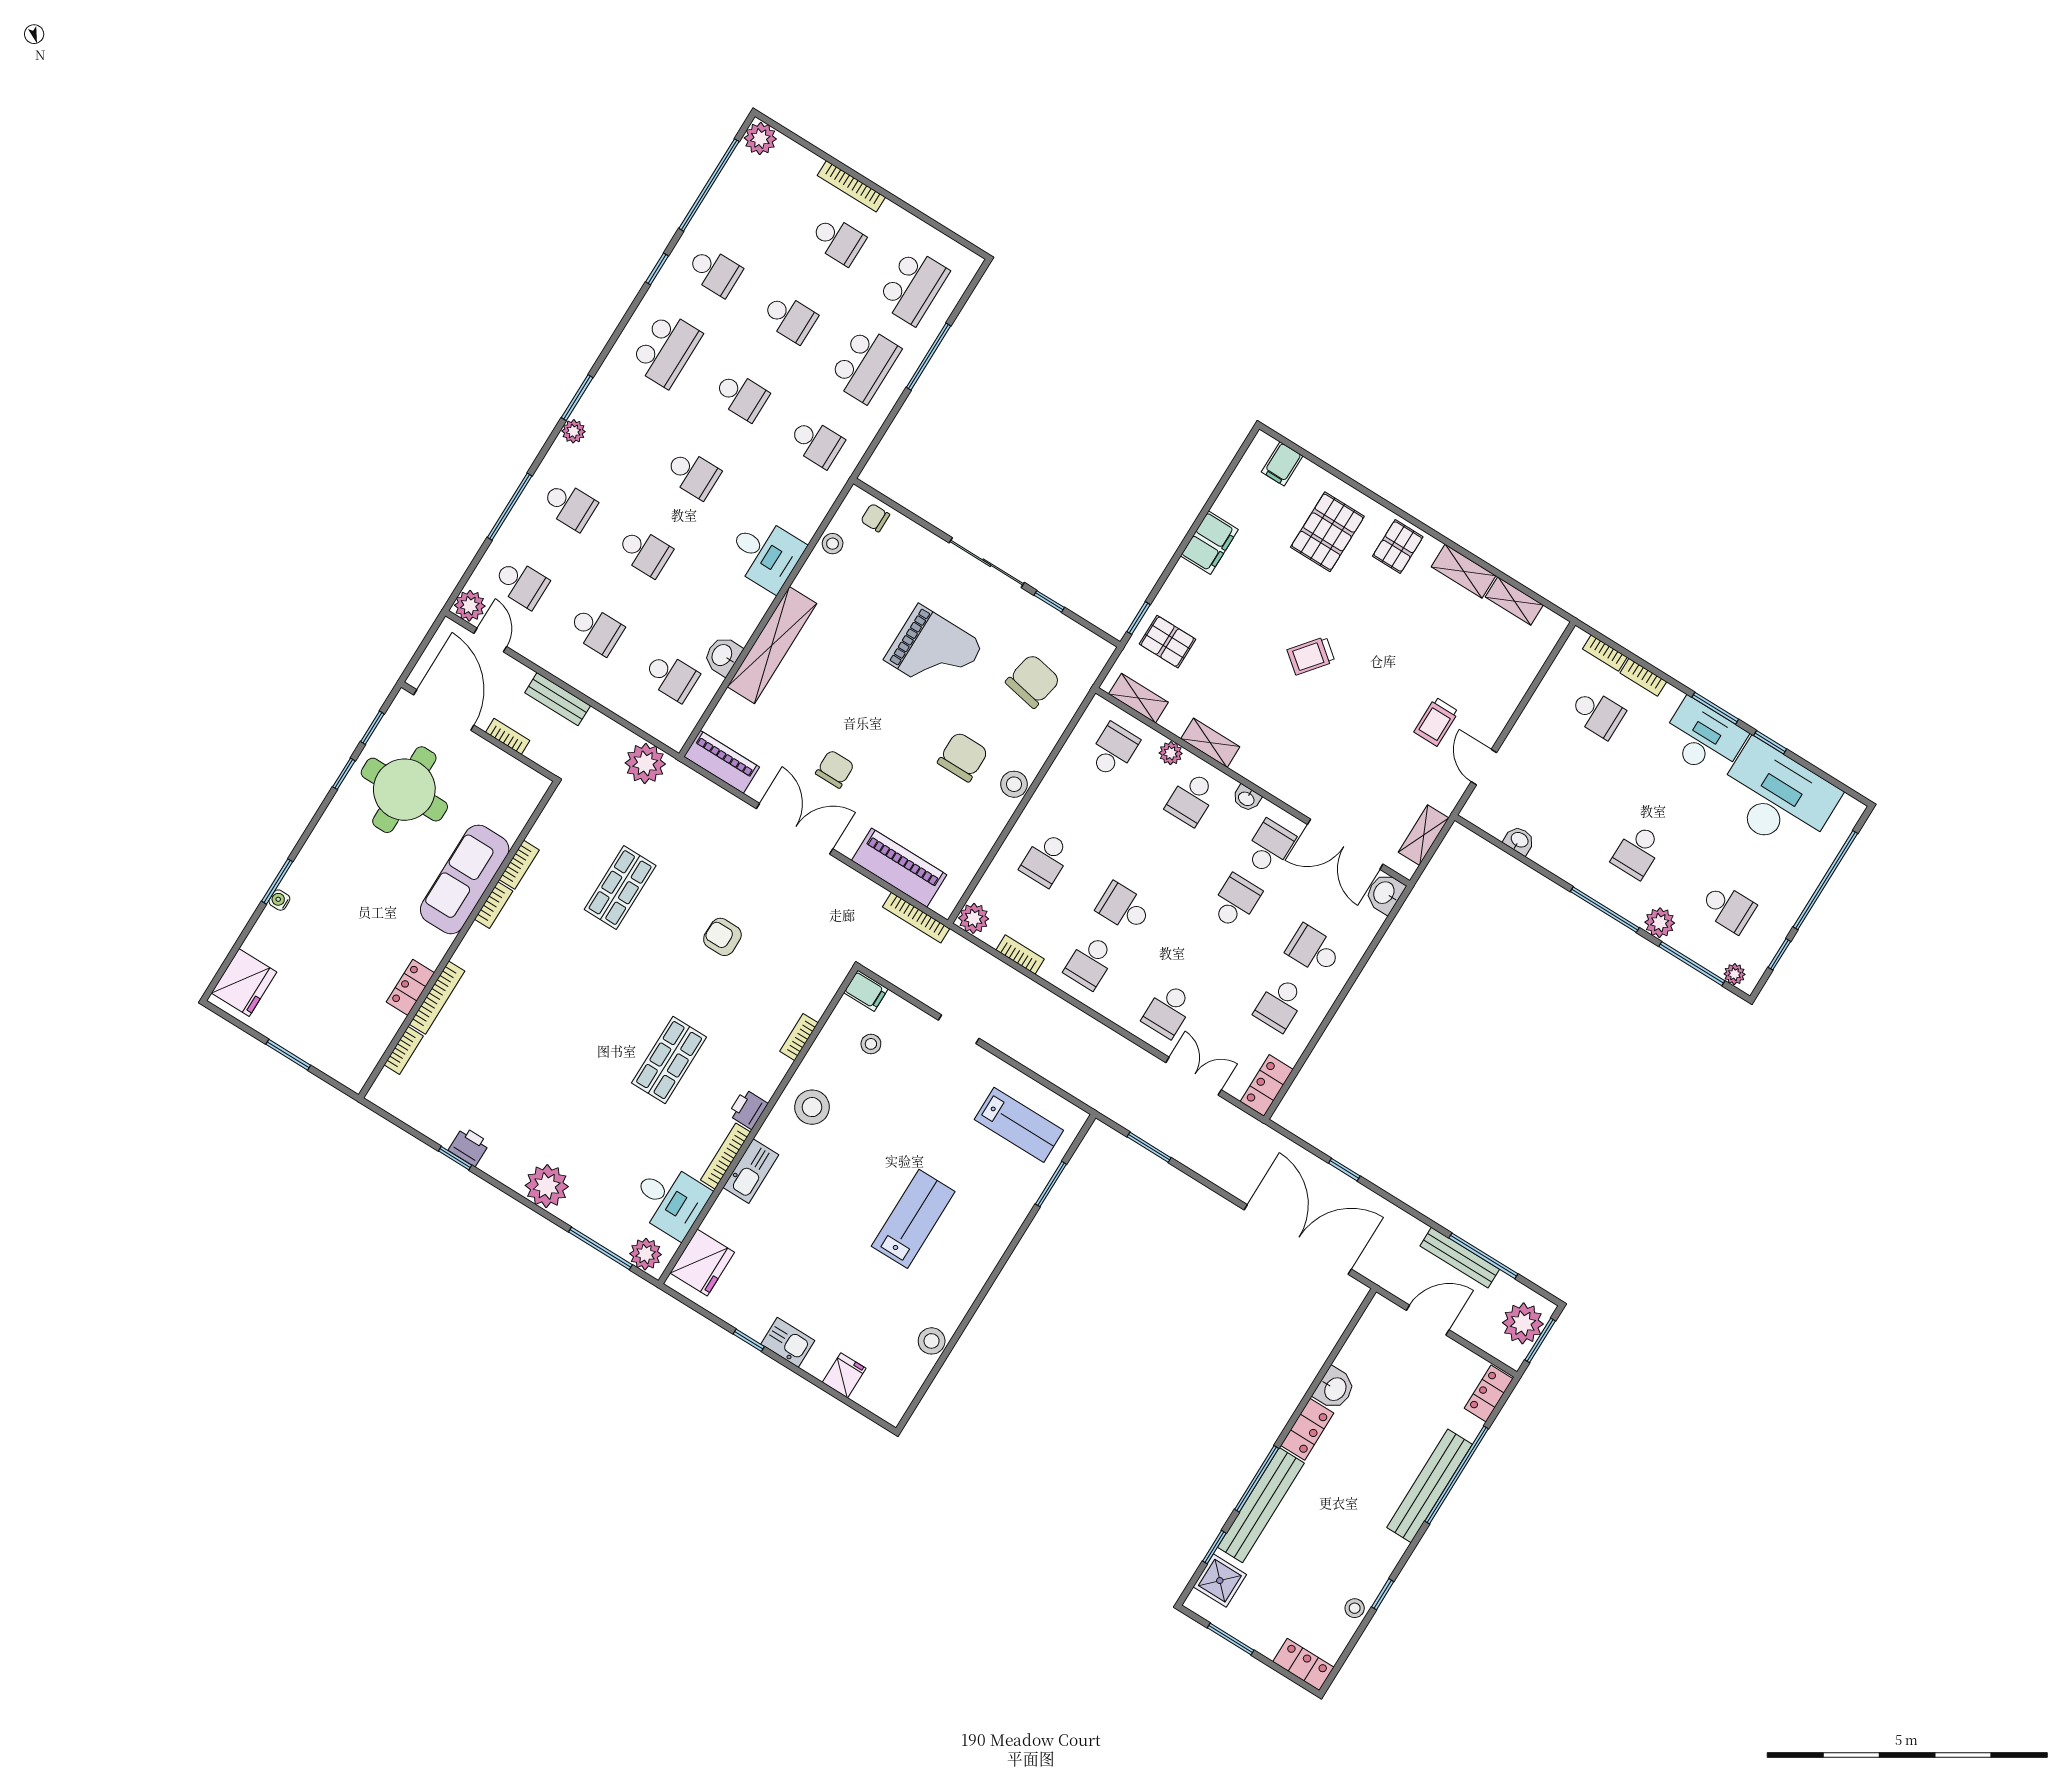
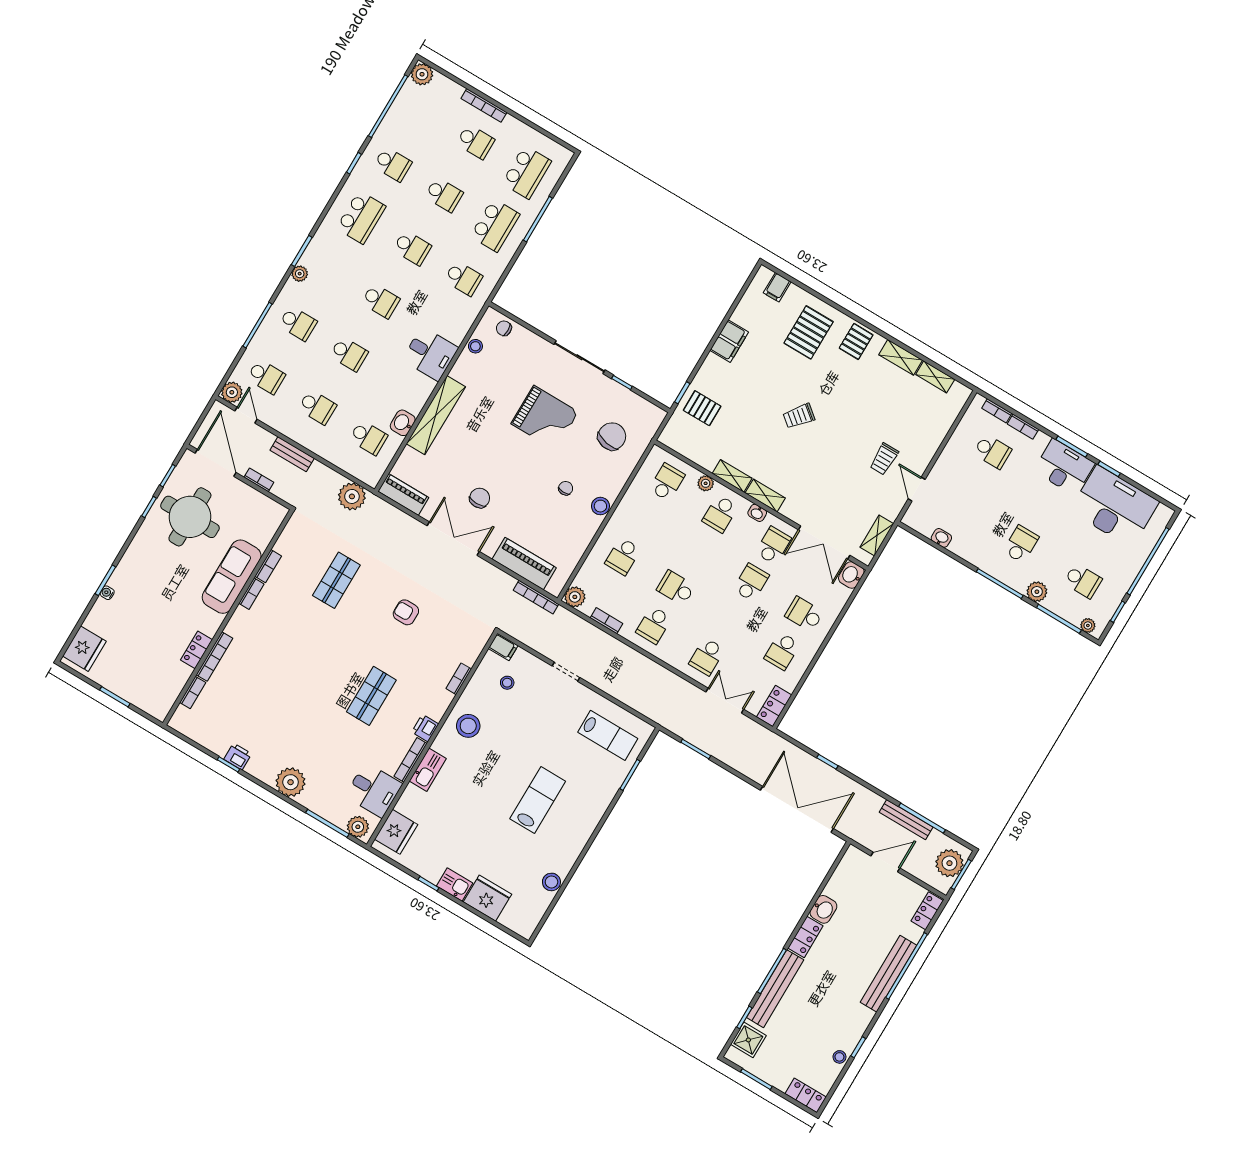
shelving: (1138, 698) -> (765, 496), moved
chair: (963, 757) -> (566, 488), width x0.54, depth x0.54
school desk: (1637, 852) -> (1021, 544), turned 180
fridge: (844, 1375) -> (487, 898), width x1.88, depth x1.34

